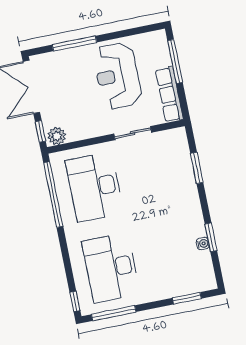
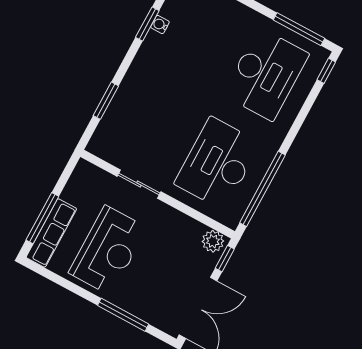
row of seats: (169, 94) -> (51, 233), moved
desk: (94, 187) -> (217, 163), turned 180

